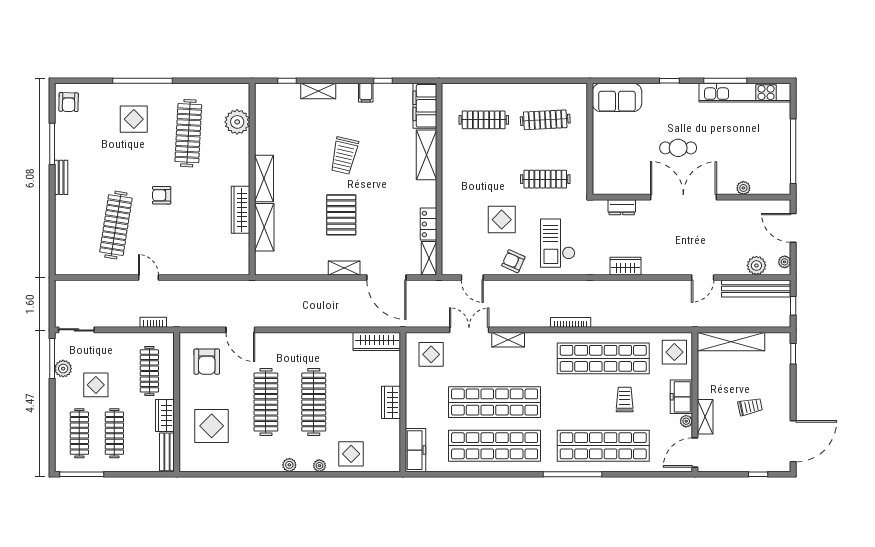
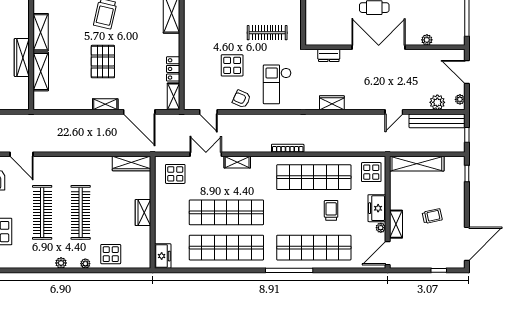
freezer: (415, 450) -> (163, 256), width x0.71

